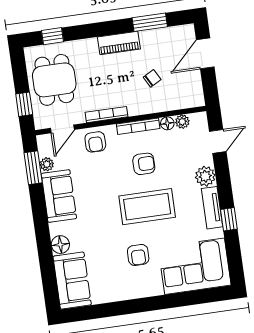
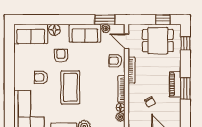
window: (150, 22) -> (185, 88), moved
window: (24, 104) -> (163, 20), moved
armchair: (144, 164) -> (61, 56), moved, turned 180

